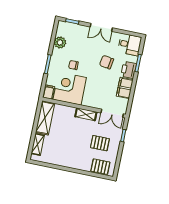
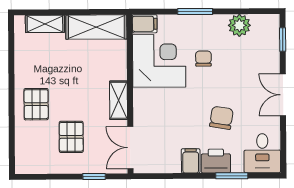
filing cabinet: (125, 88) -> (191, 161), width x0.50
pallet: (100, 167) -> (36, 104), moved

